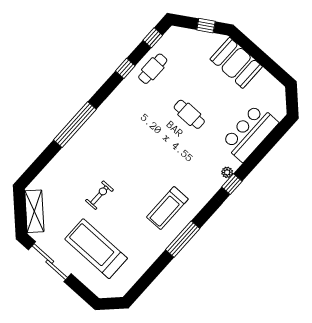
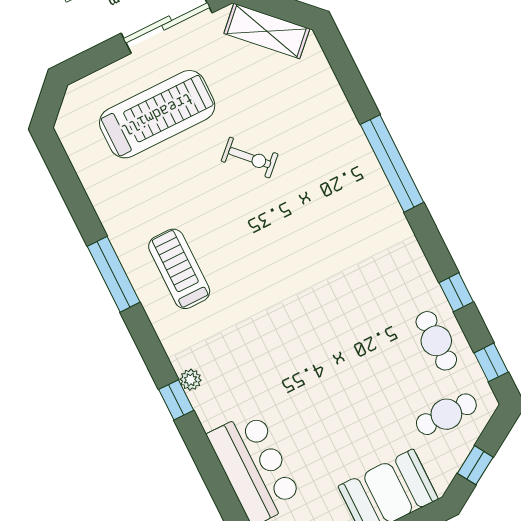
cafe table: (189, 114) -> (446, 414), moved
plant: (227, 172) -> (191, 380), moved
exercise bike: (99, 195) -> (250, 158), turned -44

